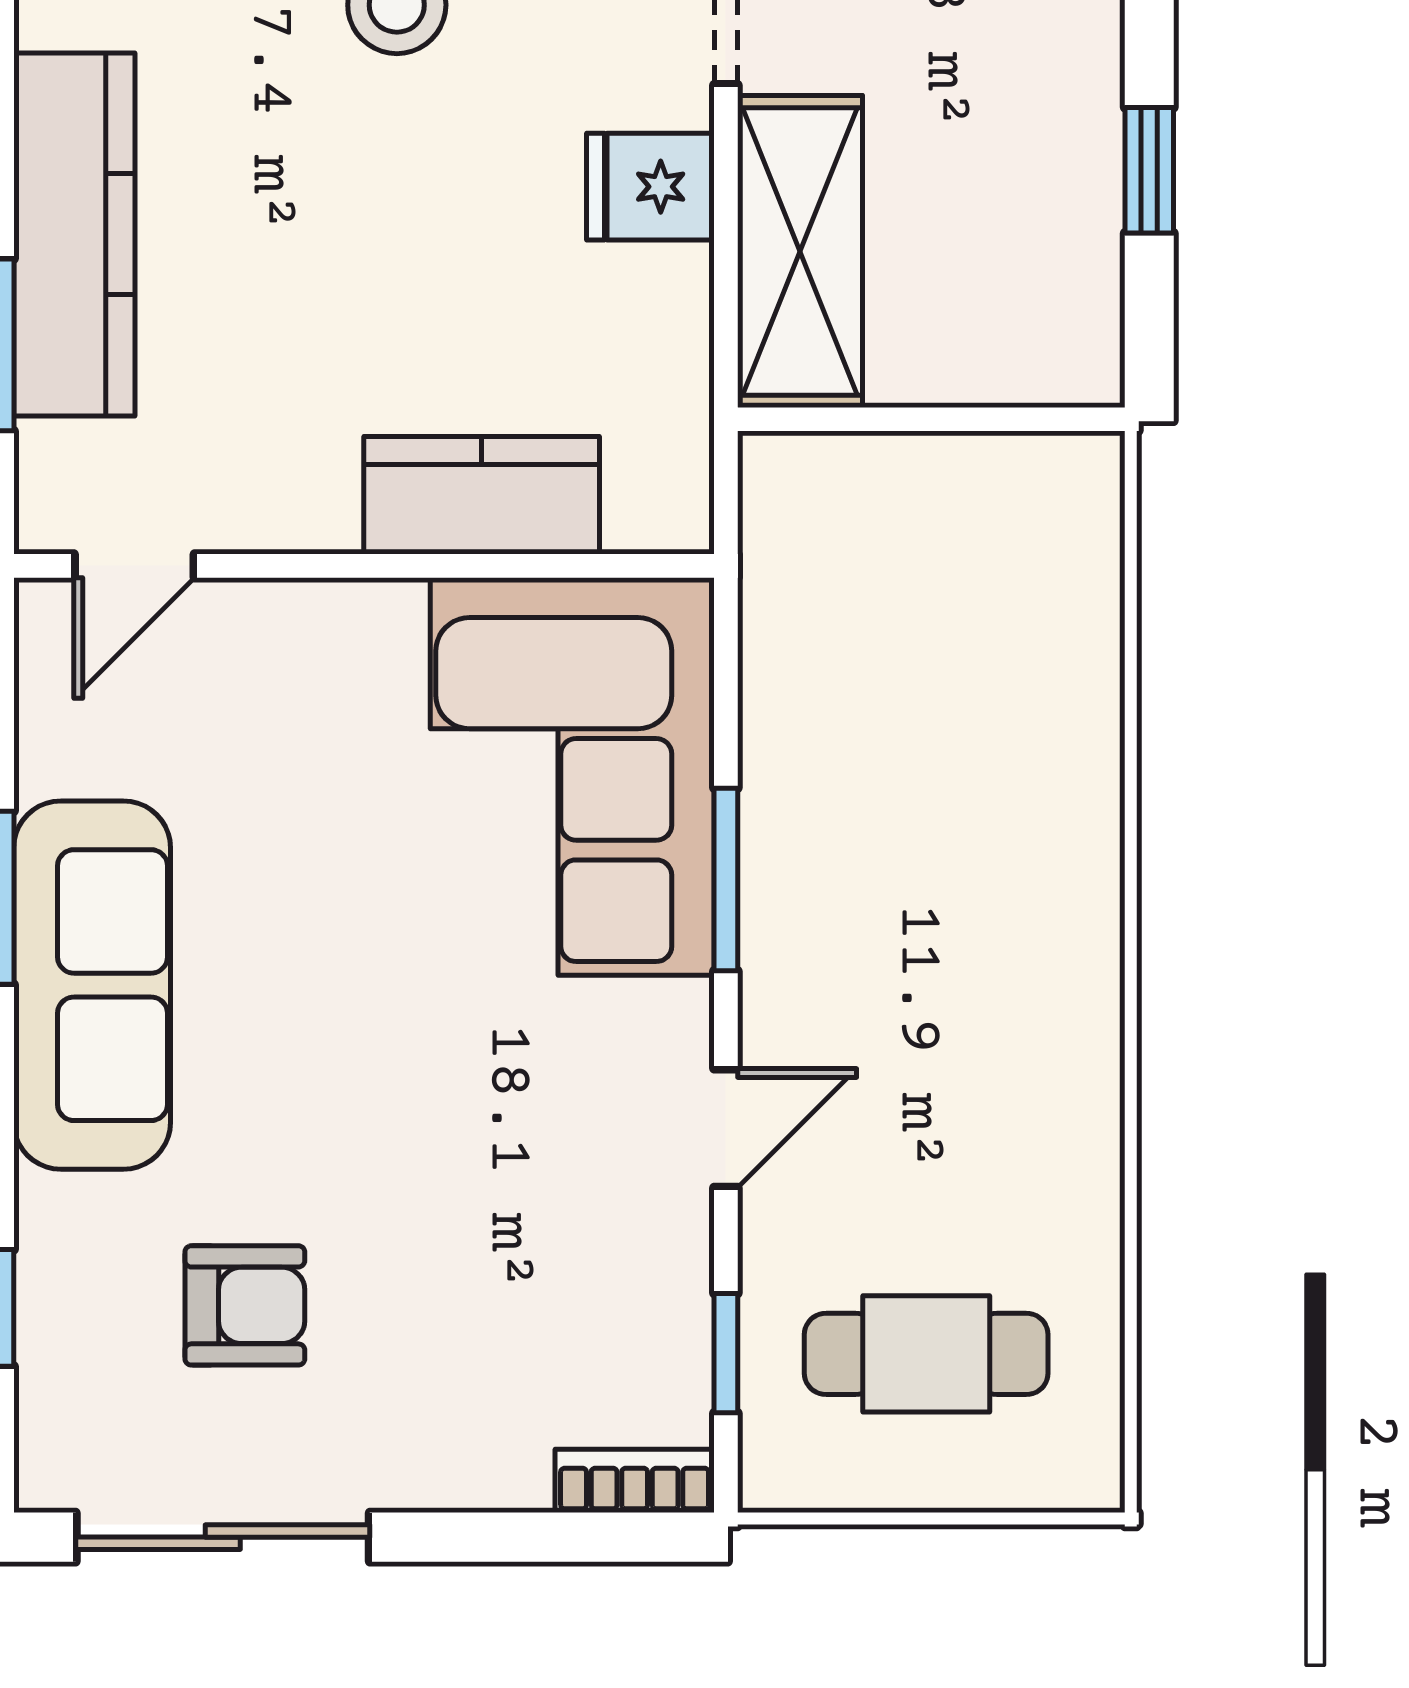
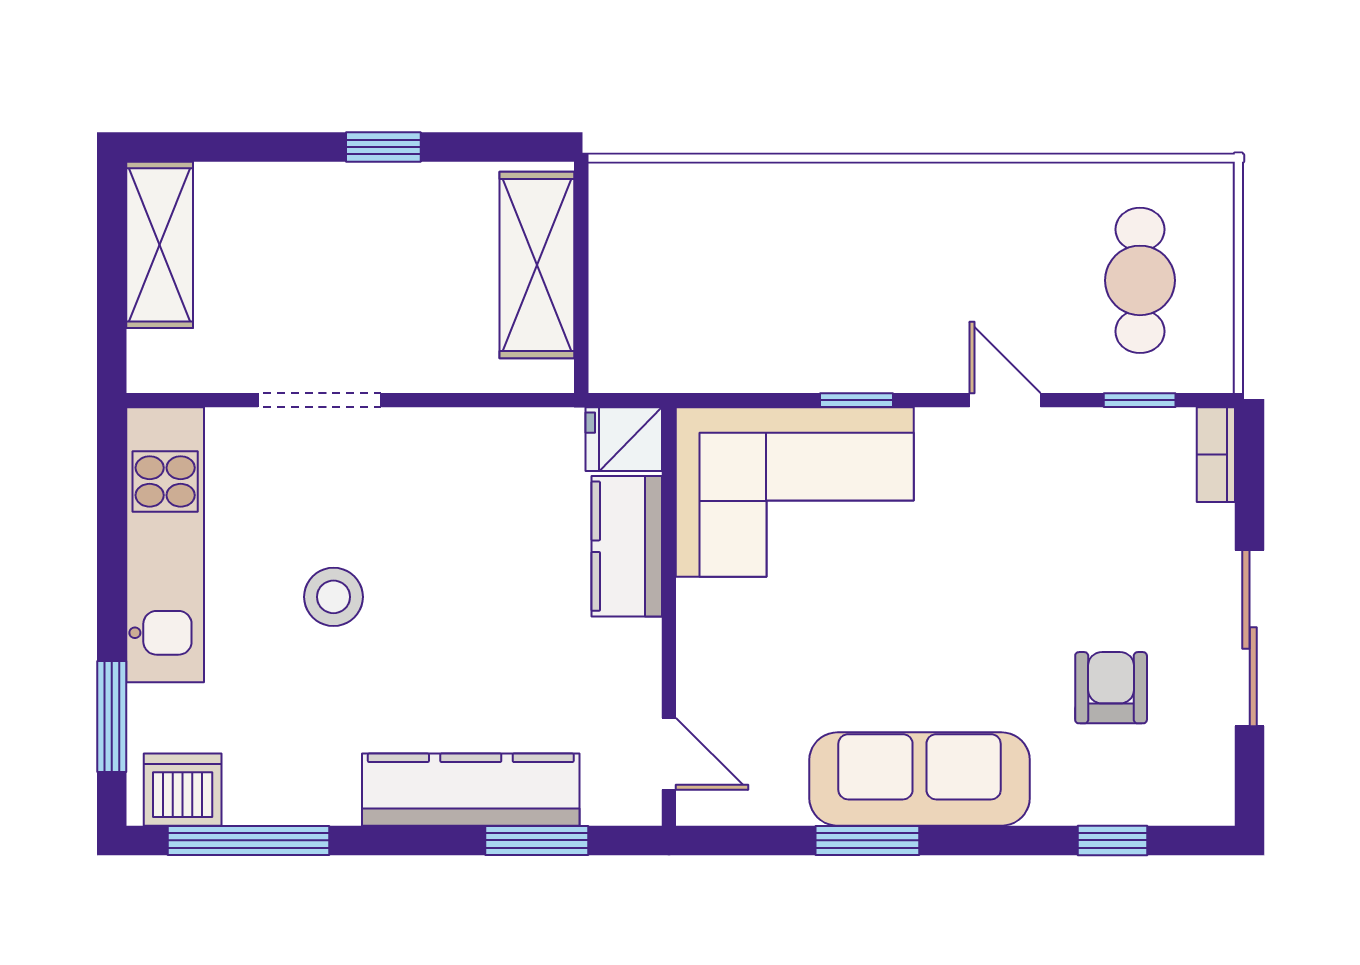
window: (1149, 170) -> (383, 147), moved
fridge: (650, 187) -> (624, 439), moved, turned 90
shelving: (800, 251) -> (537, 265), moved, turned 90
window: (726, 880) -> (856, 400), width x0.67
sliding door: (223, 1537) -> (1250, 638), moved

